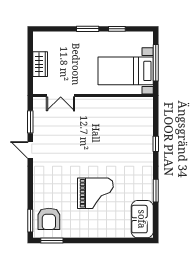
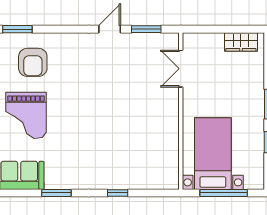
wardrobe: (40, 64) -> (241, 42), moved
grand piano: (95, 193) -> (26, 115), moved
armchair: (49, 219) -> (33, 62), moved, turned -90

